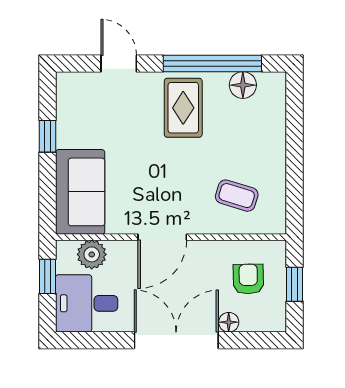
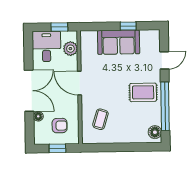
floor lamp: (243, 85) -> (155, 132), moved
sofa: (80, 192) -> (119, 42), moved

